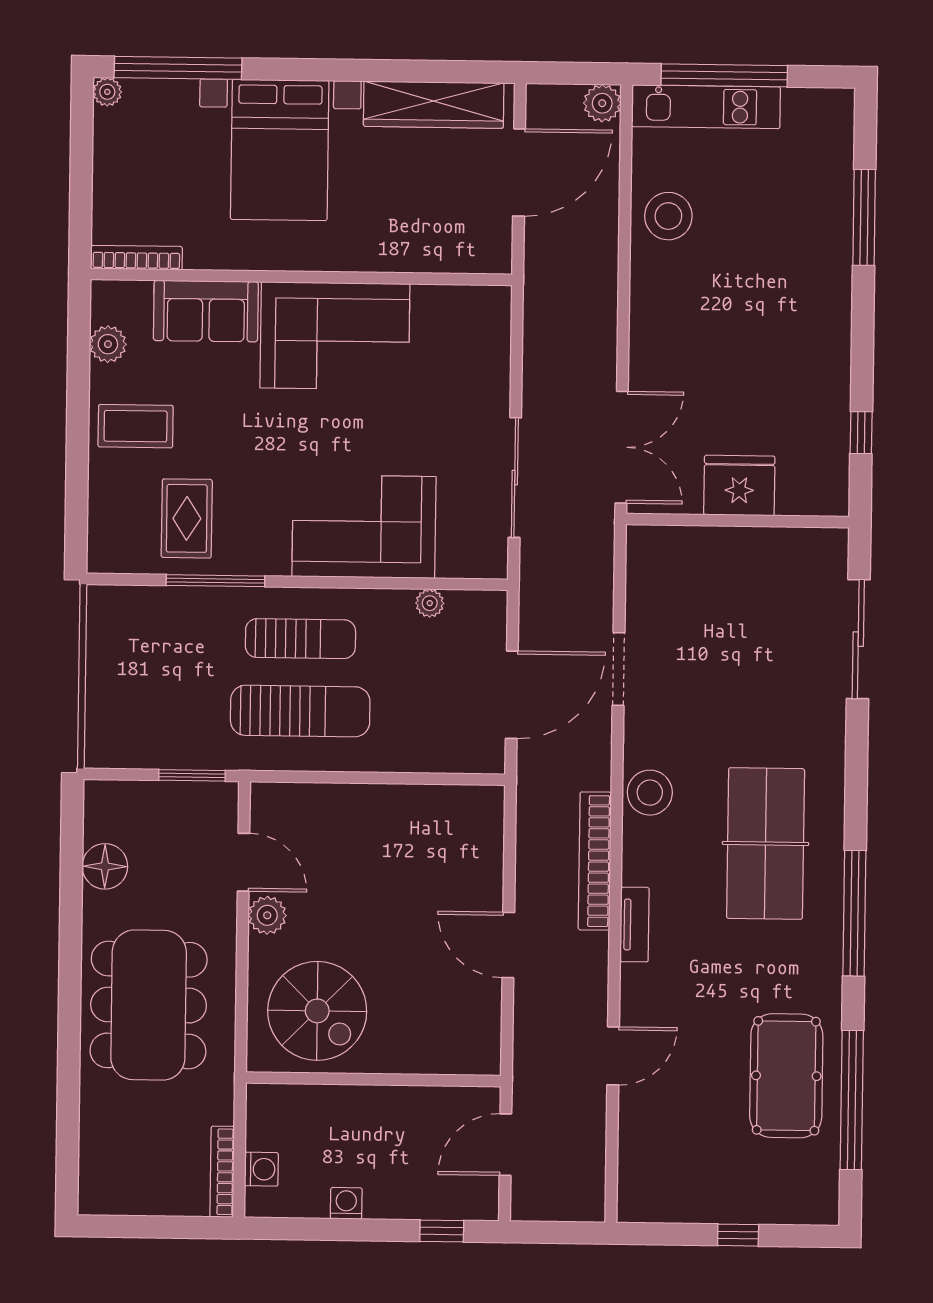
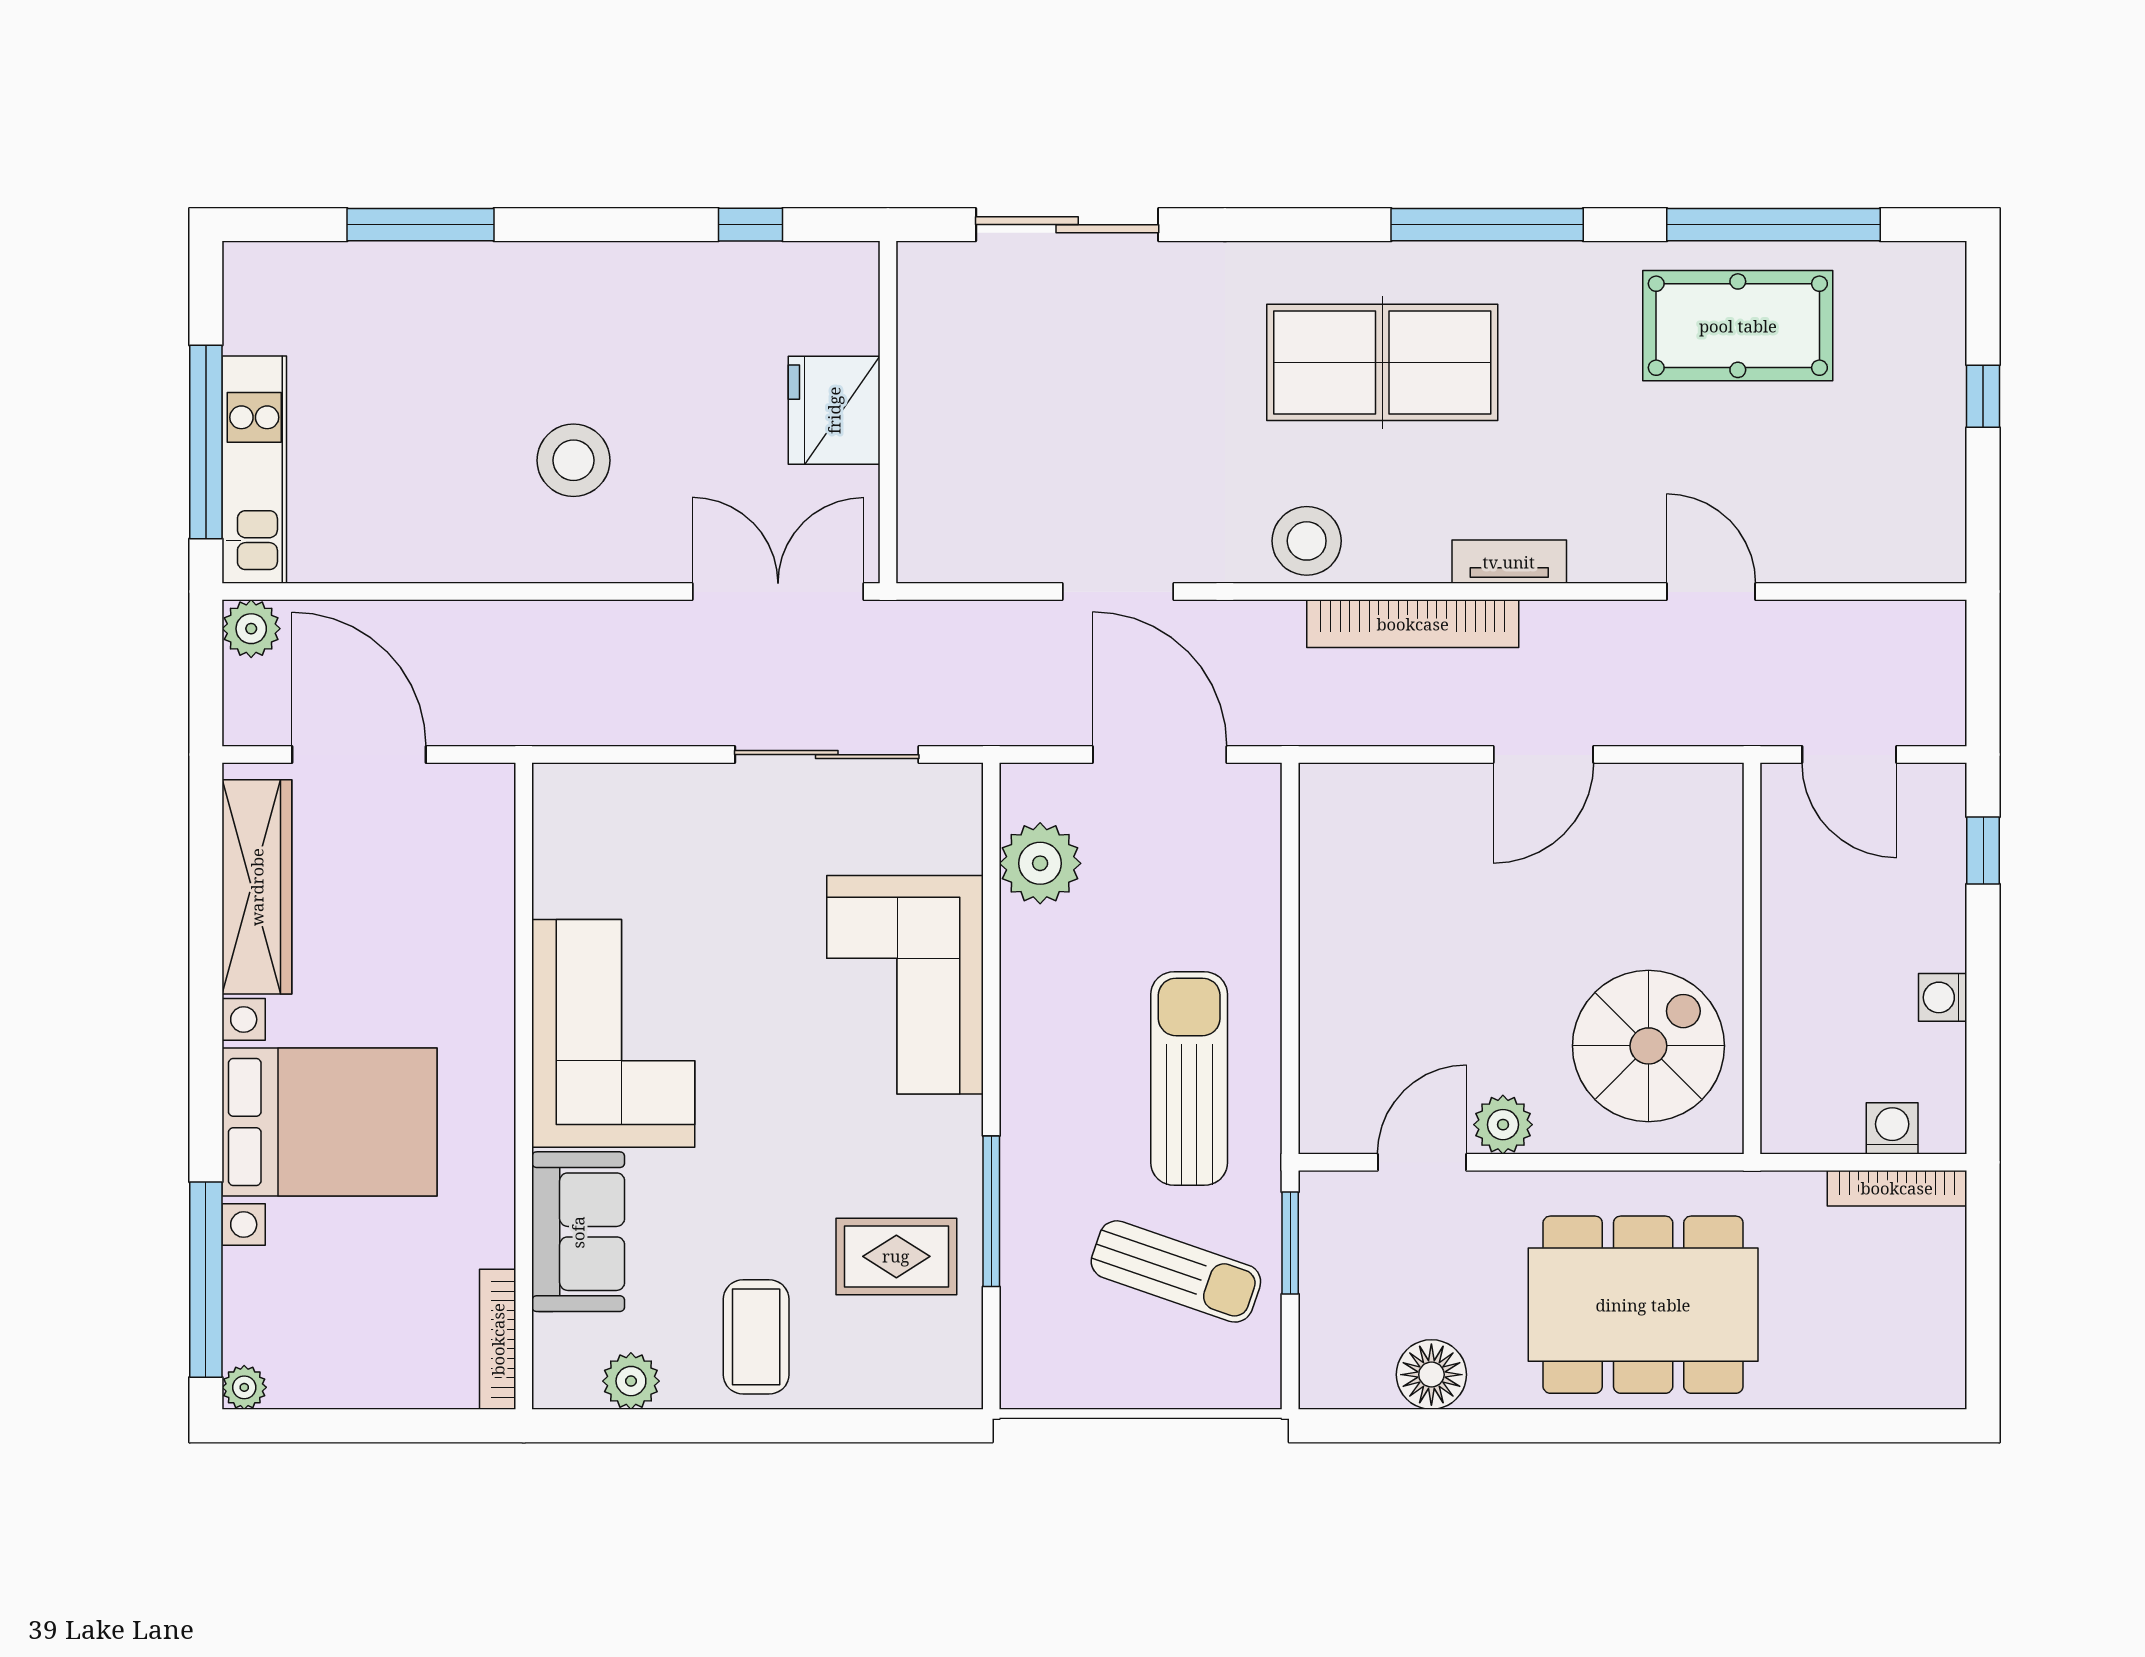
stool: (668, 216) -> (573, 460), moved
plant: (430, 603) -> (1040, 863), width x1.88, depth x1.88
sun lounger: (300, 639) -> (1176, 1271), moved, turned 109

